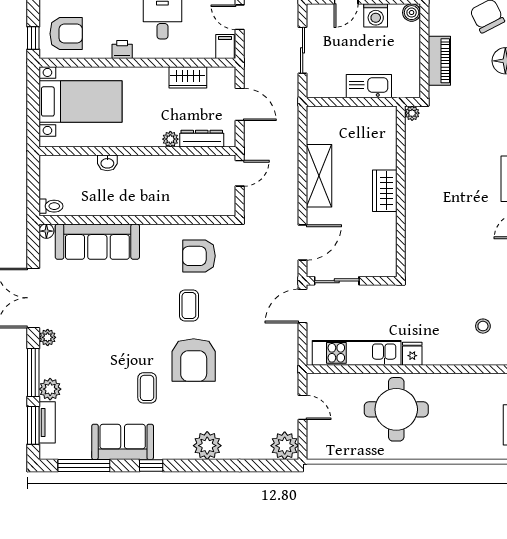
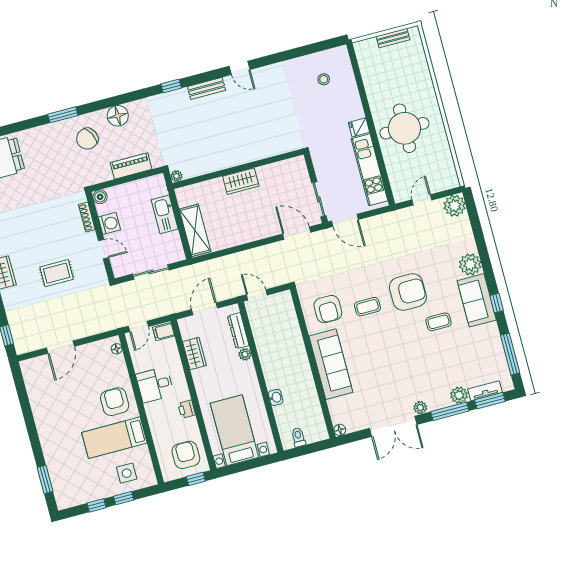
shelving: (319, 176) -> (195, 230), moved, turned 90
toilet: (51, 206) -> (298, 437), moved
sofa: (97, 242) -> (331, 364), moved
sofa: (123, 442) -> (477, 300), moved

